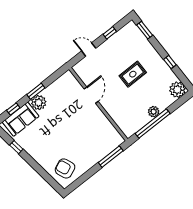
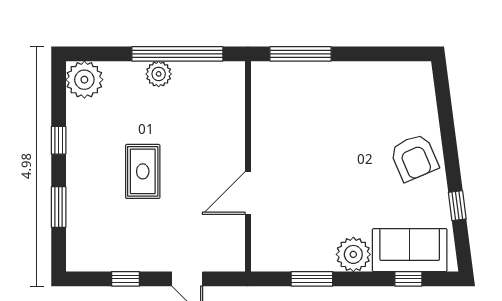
window: (145, 30) -> (59, 207), moved
rug: (133, 74) -> (143, 171), turned 90
window: (36, 91) -> (312, 279), moved
armchair: (65, 168) -> (414, 158), moved

